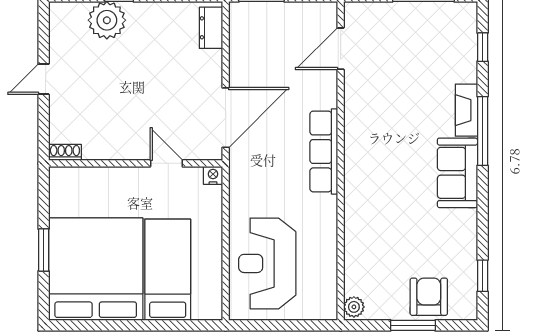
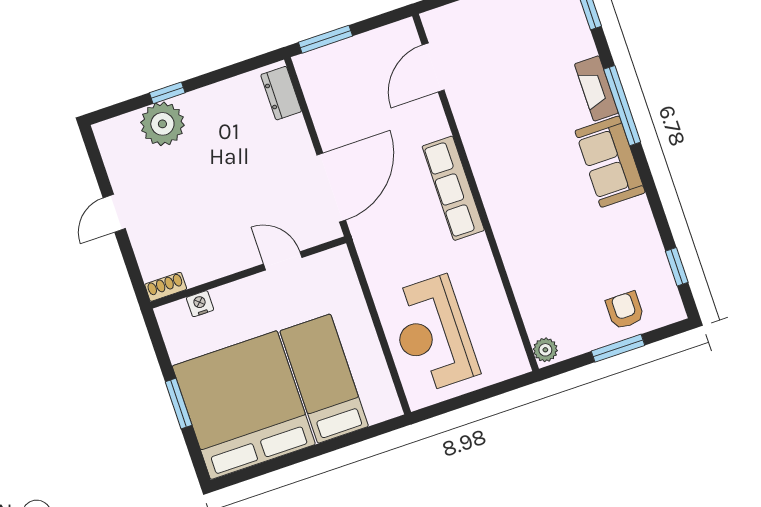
nightstand: (213, 175) -> (200, 304), moved
armchair: (429, 297) -> (625, 310), width x0.72, depth x0.72

